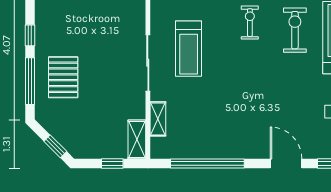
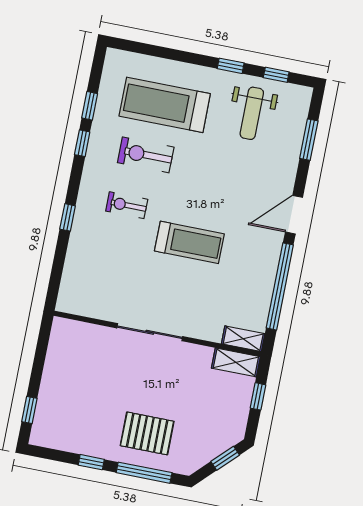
treadmill: (189, 49) -> (189, 242), moved
shelving: (158, 119) -> (243, 339), moved
door: (286, 163) -> (294, 215), moved

